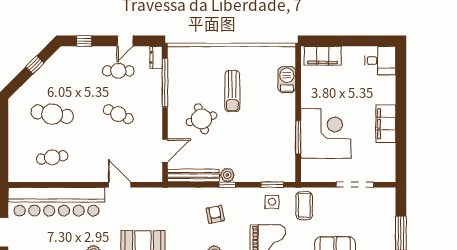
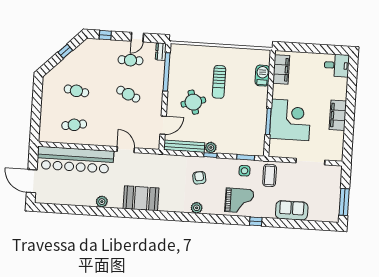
filing cabinet: (323, 56) -> (281, 69), moved, turned -90
cafe table: (52, 114) -> (76, 91), width x0.73, depth x0.74

